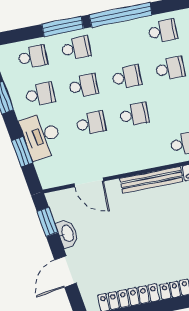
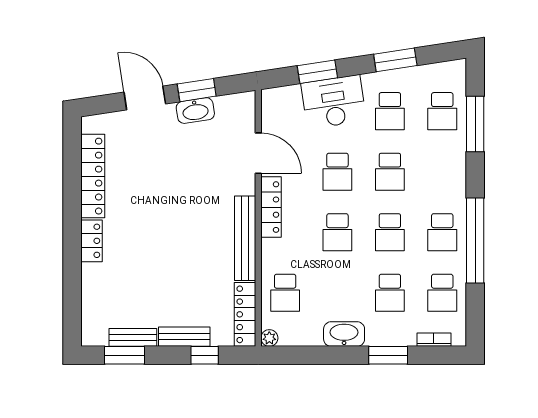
window: (63, 26) -> (475, 124), moved
school desk: (76, 48) -> (442, 232), moved
locker: (126, 166) -> (271, 207), added
door: (89, 182) -> (258, 153), swing flipped
window: (47, 222) -> (197, 90), moved

